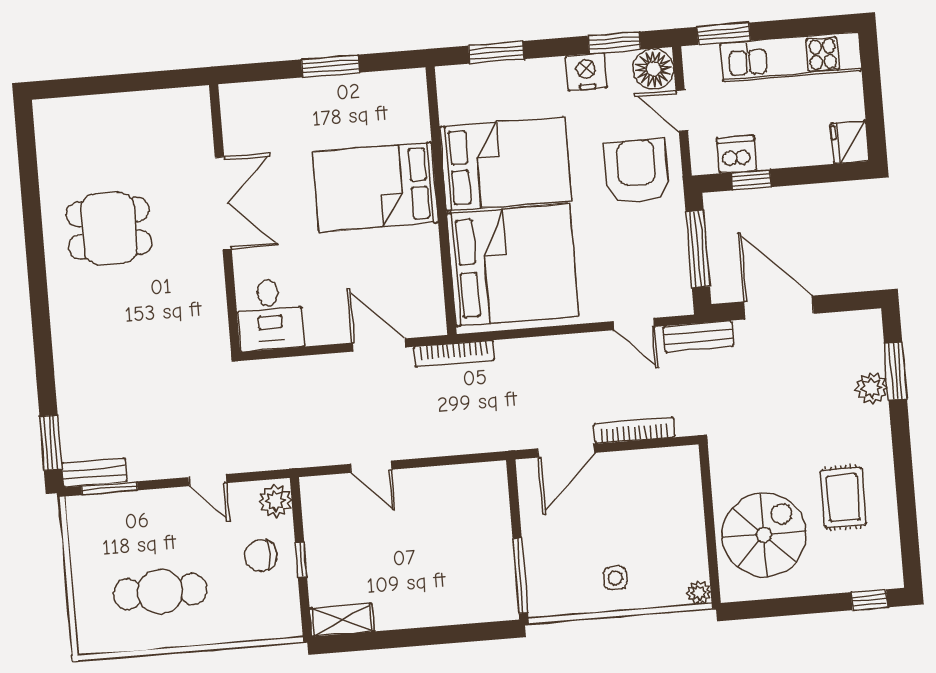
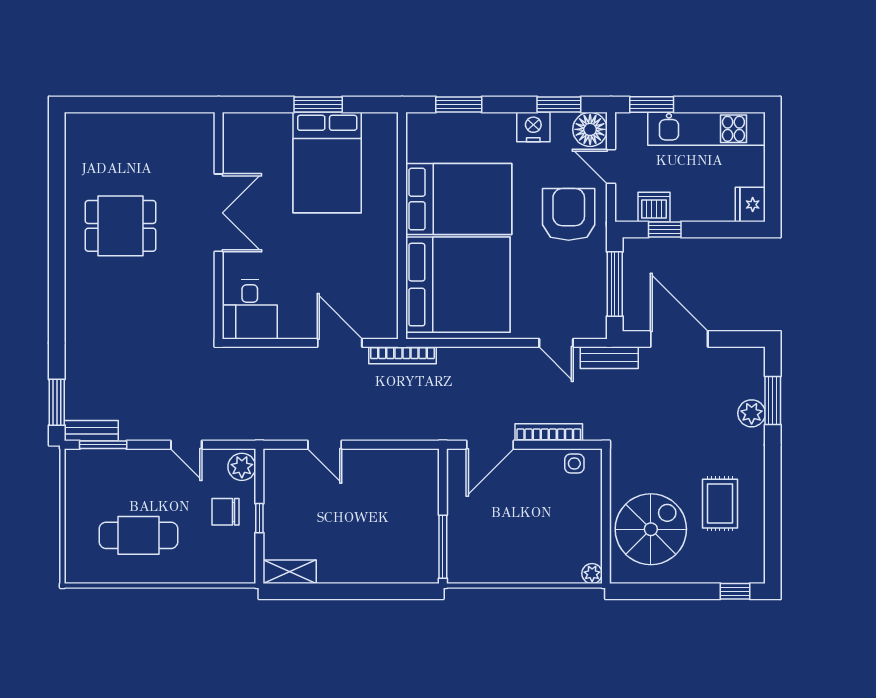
bed: (376, 187) -> (327, 163), moved, turned -90
side table: (615, 578) -> (574, 464), moved

